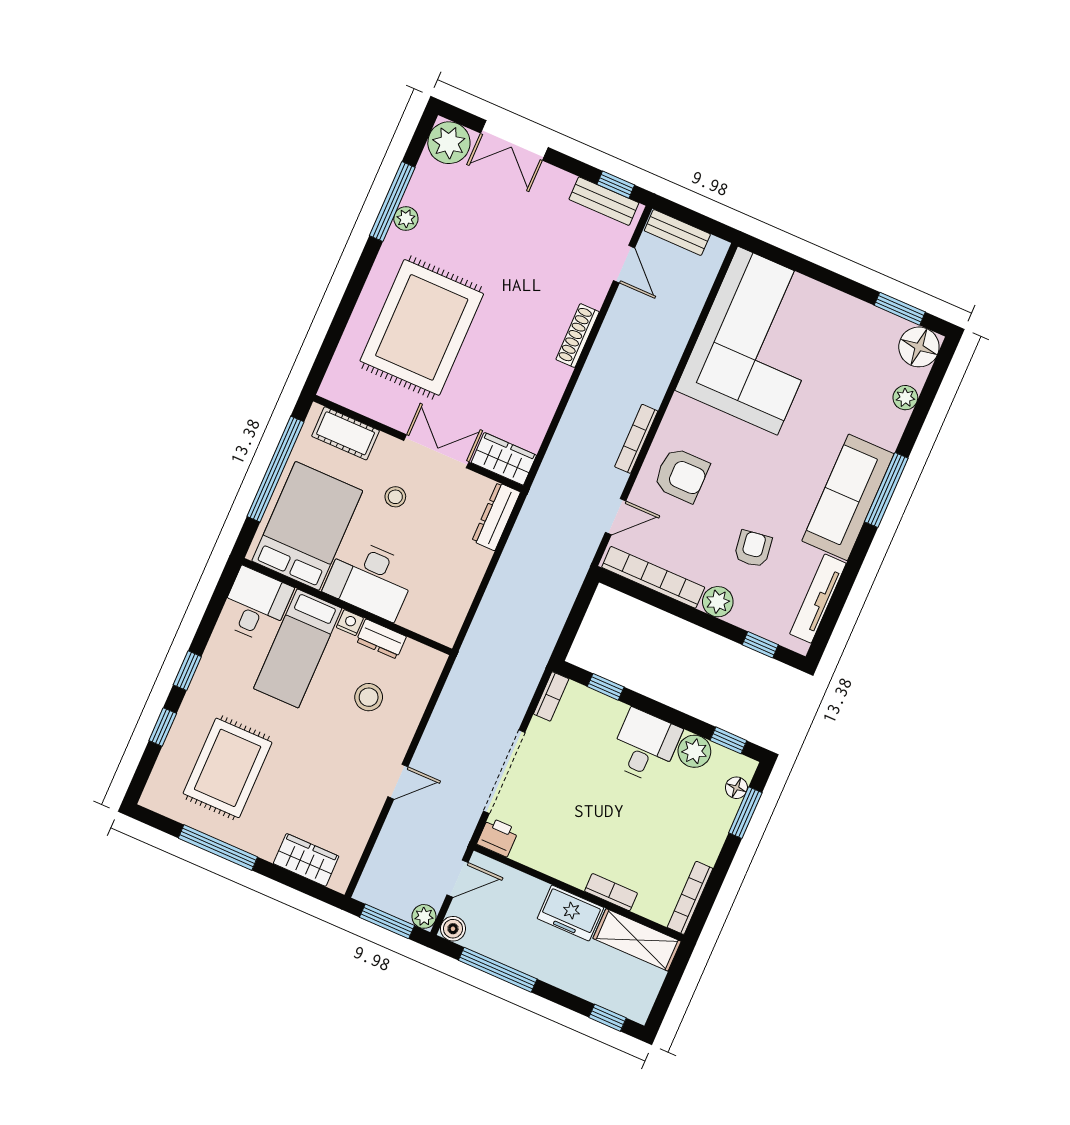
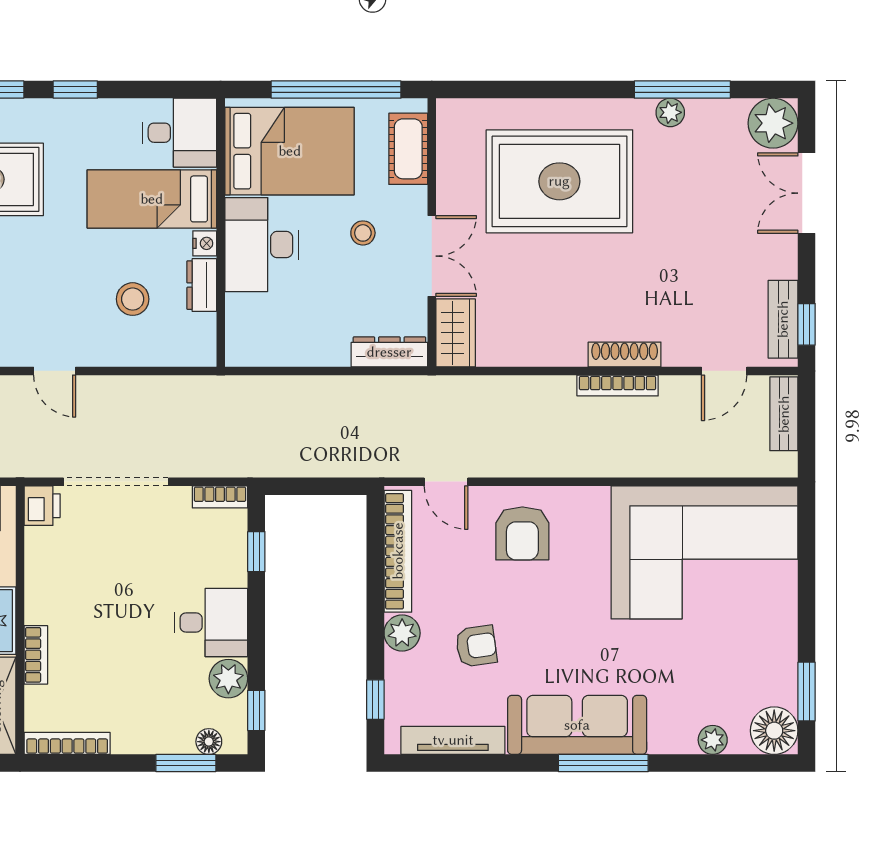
bookcase: (636, 439) -> (618, 386), moved, turned 180

